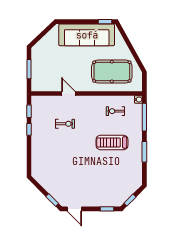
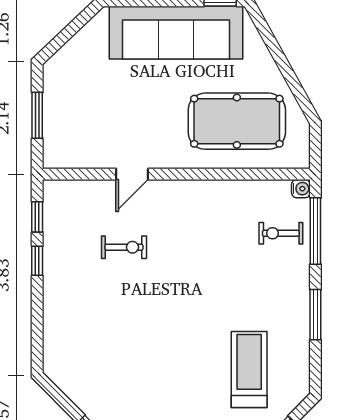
door: (68, 93) -> (132, 174), swing flipped
exercise bike: (115, 111) -> (281, 233), moved
treadmill: (112, 142) -> (249, 369), moved, turned 90

